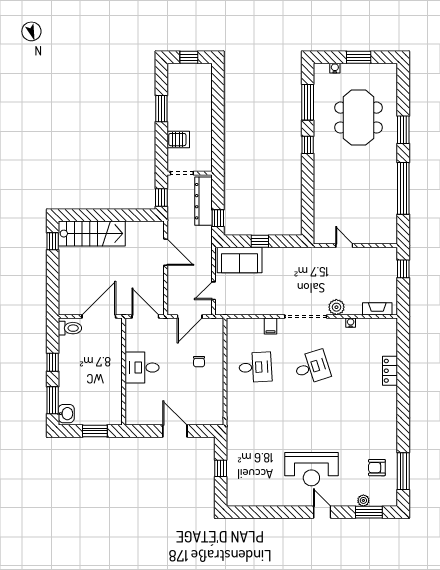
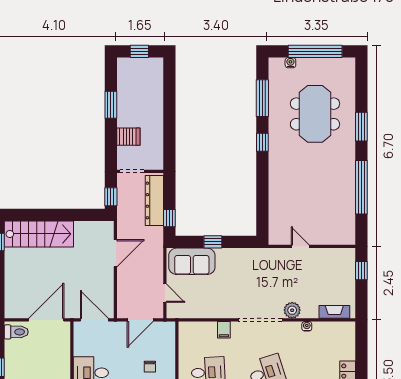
window: (359, 57) -> (315, 51), width x2.11
door: (166, 252) -> (115, 253), hinge flipped
door: (213, 291) -> (165, 293), swing flipped

